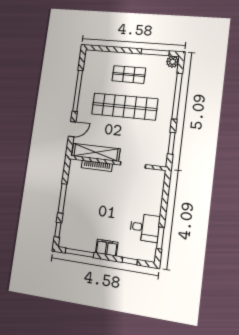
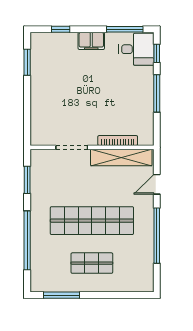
plant: (173, 62) -> (38, 284), removed
desk: (145, 228) -> (136, 49), moved, turned 180

